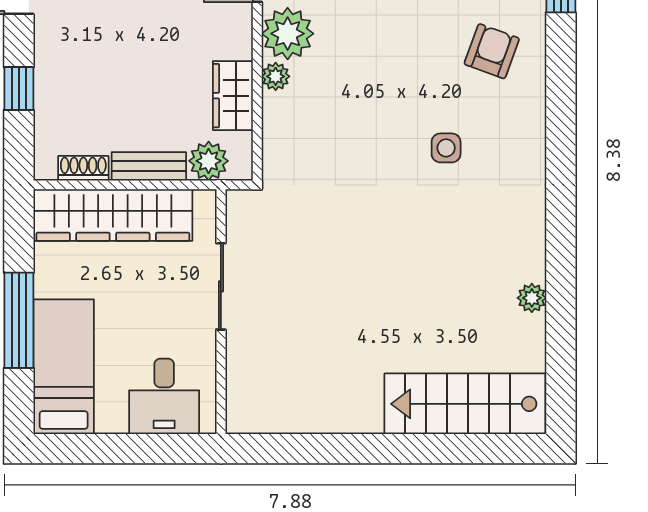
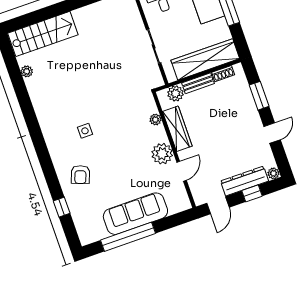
plant: (276, 76) -> (155, 120), moved
window: (19, 89) -> (259, 96), width x1.50
wardrobe: (233, 96) -> (177, 129), width x1.50
plant: (532, 298) -> (27, 71), moved

